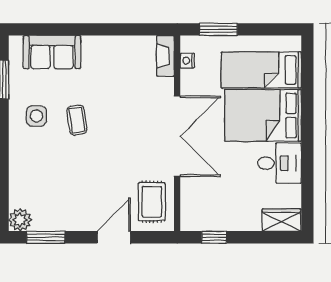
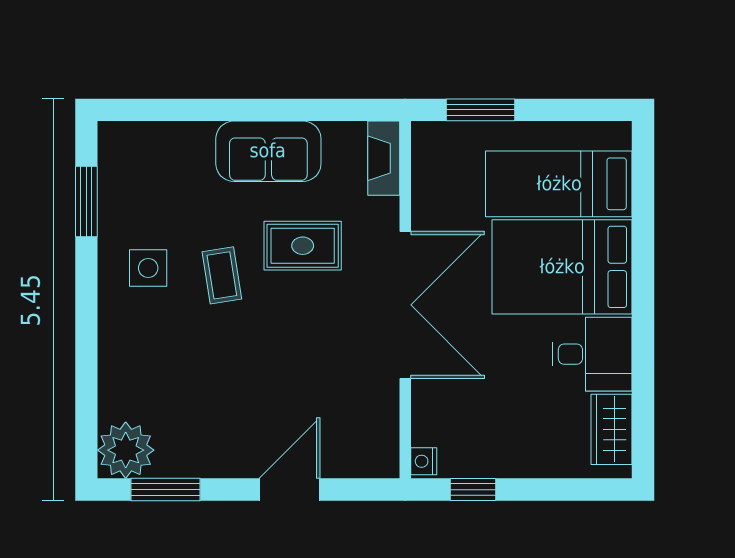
sofa: (52, 52) -> (268, 151), moved
nightstand: (187, 61) -> (424, 461), moved
rug: (152, 202) -> (303, 246), moved, turned 90
plant: (20, 220) -> (126, 450), width x1.36, depth x1.36
wardrobe: (282, 220) -> (612, 429), moved, turned -90

